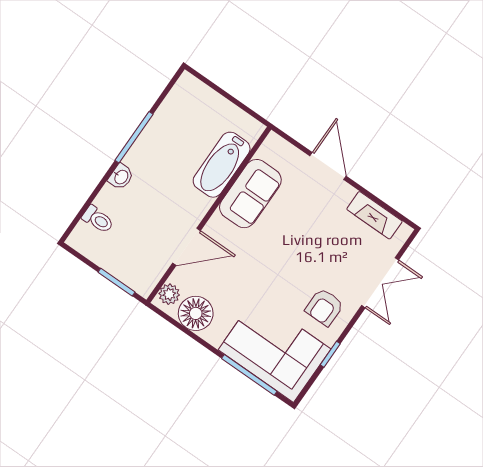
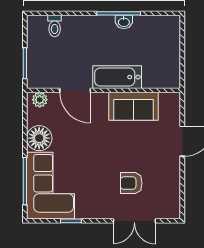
bathtub: (222, 165) -> (117, 77), moved
washbasin: (121, 177) -> (124, 22), moved
fireplace: (374, 215) -> (172, 189), removed
armchair: (324, 307) -> (131, 183), moved
floor lamp: (196, 313) -> (39, 138), moved

